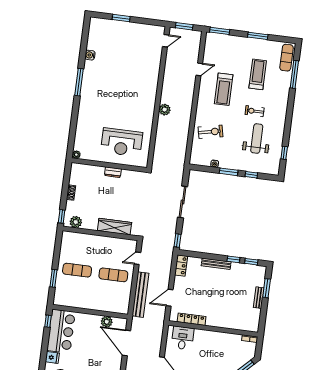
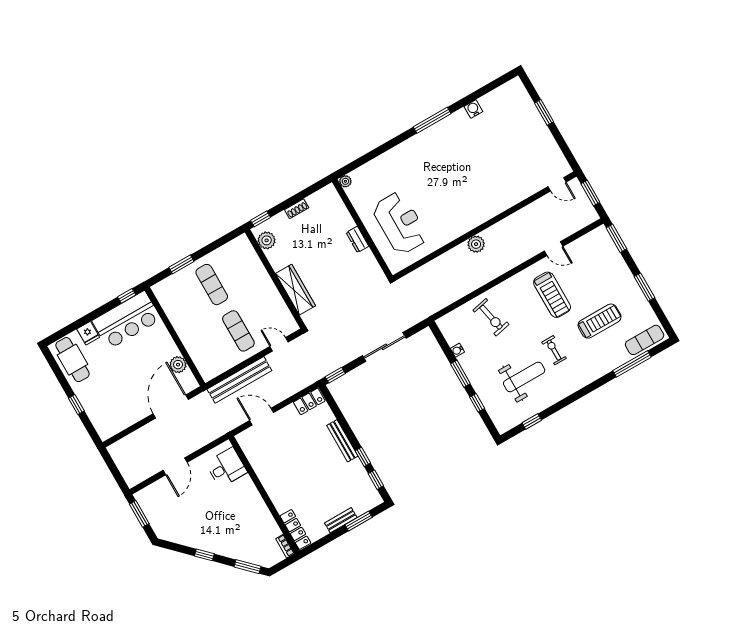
treadmill: (224, 89) -> (552, 295), turned -90
reception desk: (122, 142) -> (400, 223), turned 180
locker: (192, 319) -> (295, 529), moved

